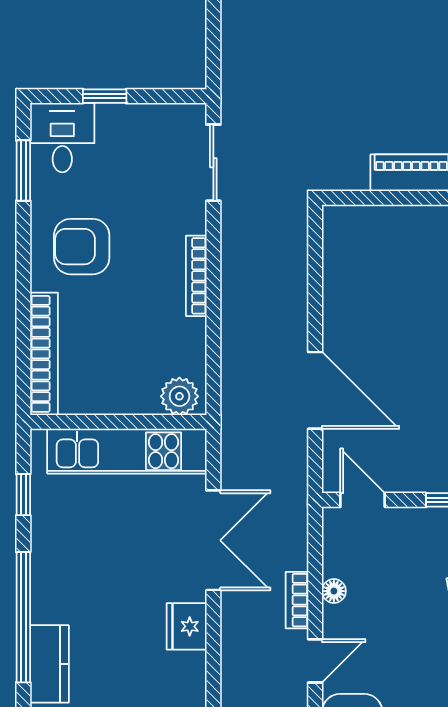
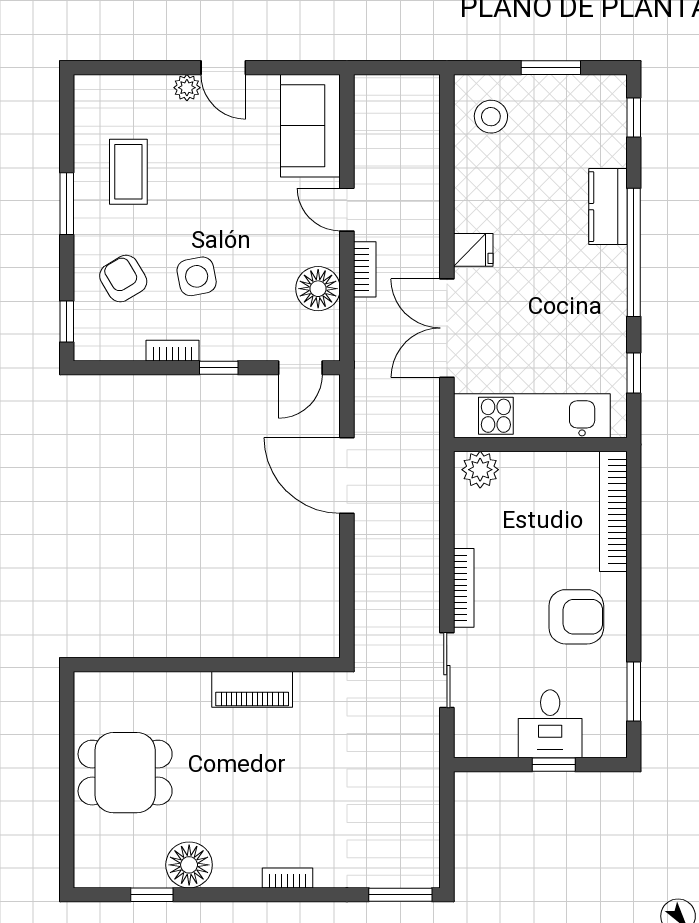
desk: (62, 138) -> (550, 724), moved
sliding door: (213, 163) -> (447, 670), moved
door: (363, 500) -> (300, 368), hinge flipped
floor lamp: (334, 591) -> (318, 289), width x1.89, depth x1.89
fridge: (187, 626) -> (473, 250), width x0.72
door: (315, 661) -> (347, 210), hinge flipped

